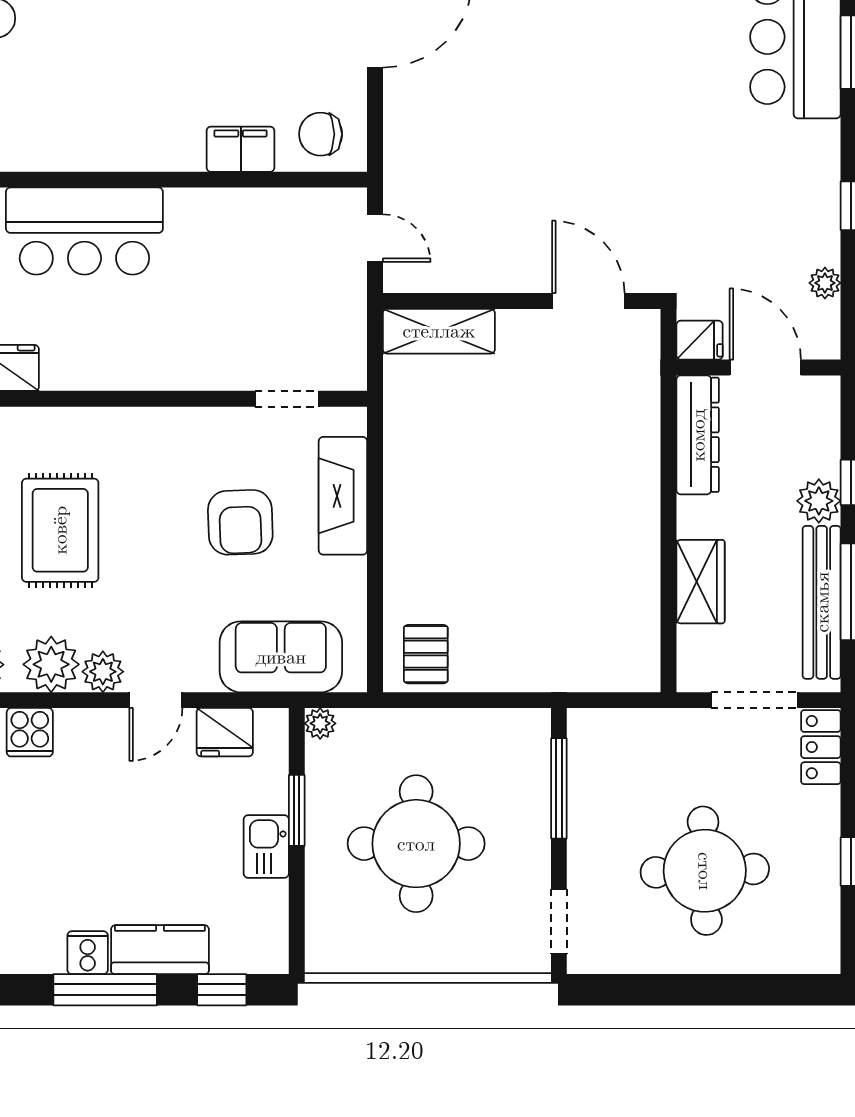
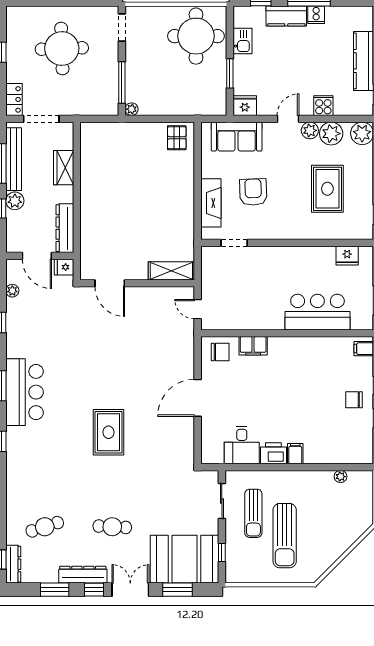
plant: (320, 723) -> (132, 109), moved
cooker: (30, 732) -> (323, 106), moved
fridge: (225, 732) -> (245, 106), moved
round table: (416, 844) -> (196, 36), moved
kitchen sink: (266, 846) -> (243, 41), moved

